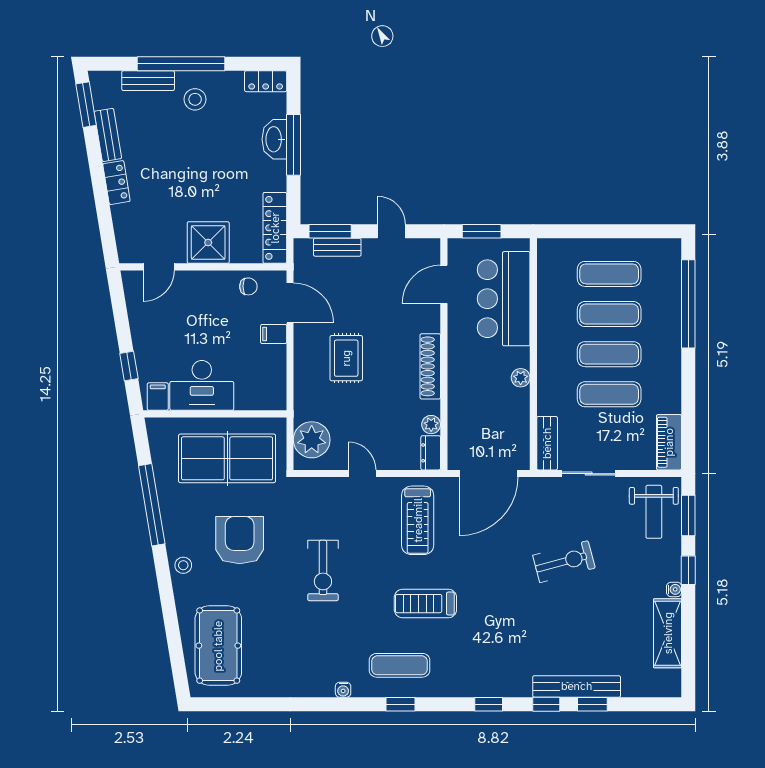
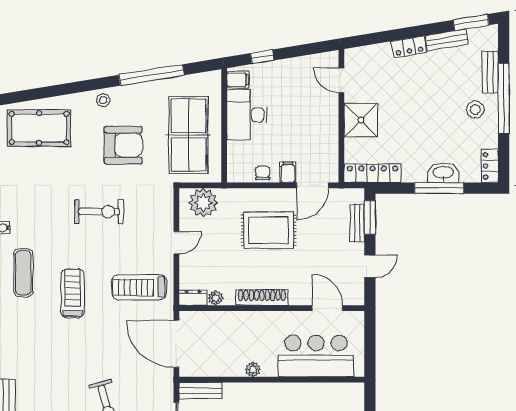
window: (482, 231) -> (370, 338), removed
chair: (248, 286) -> (263, 173), moved, turned 180
rug: (346, 358) -> (269, 230), width x1.36, depth x1.43
exercise bike: (323, 571) -> (99, 212), turned 180

